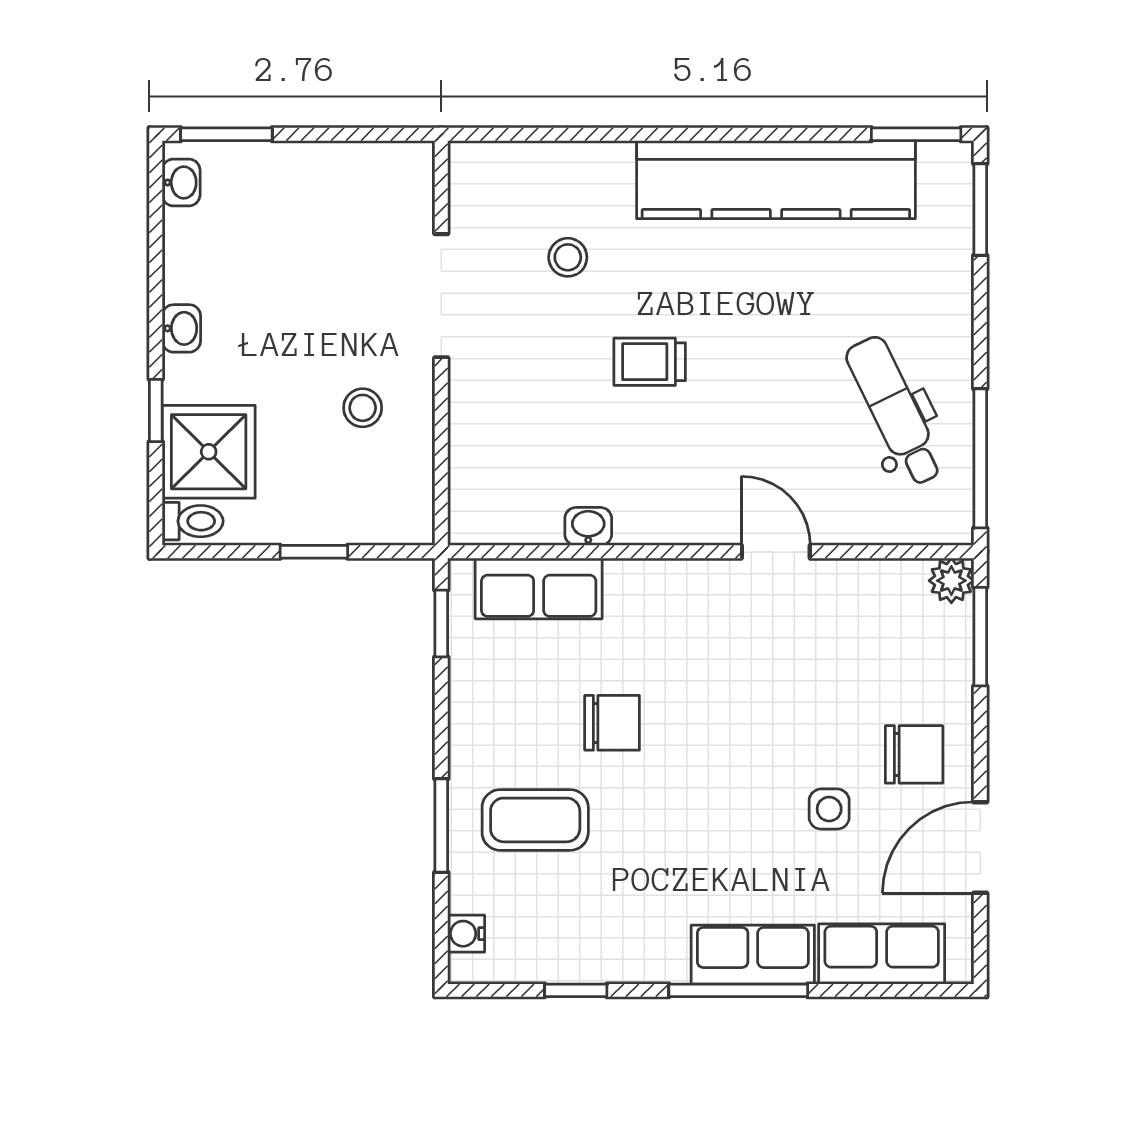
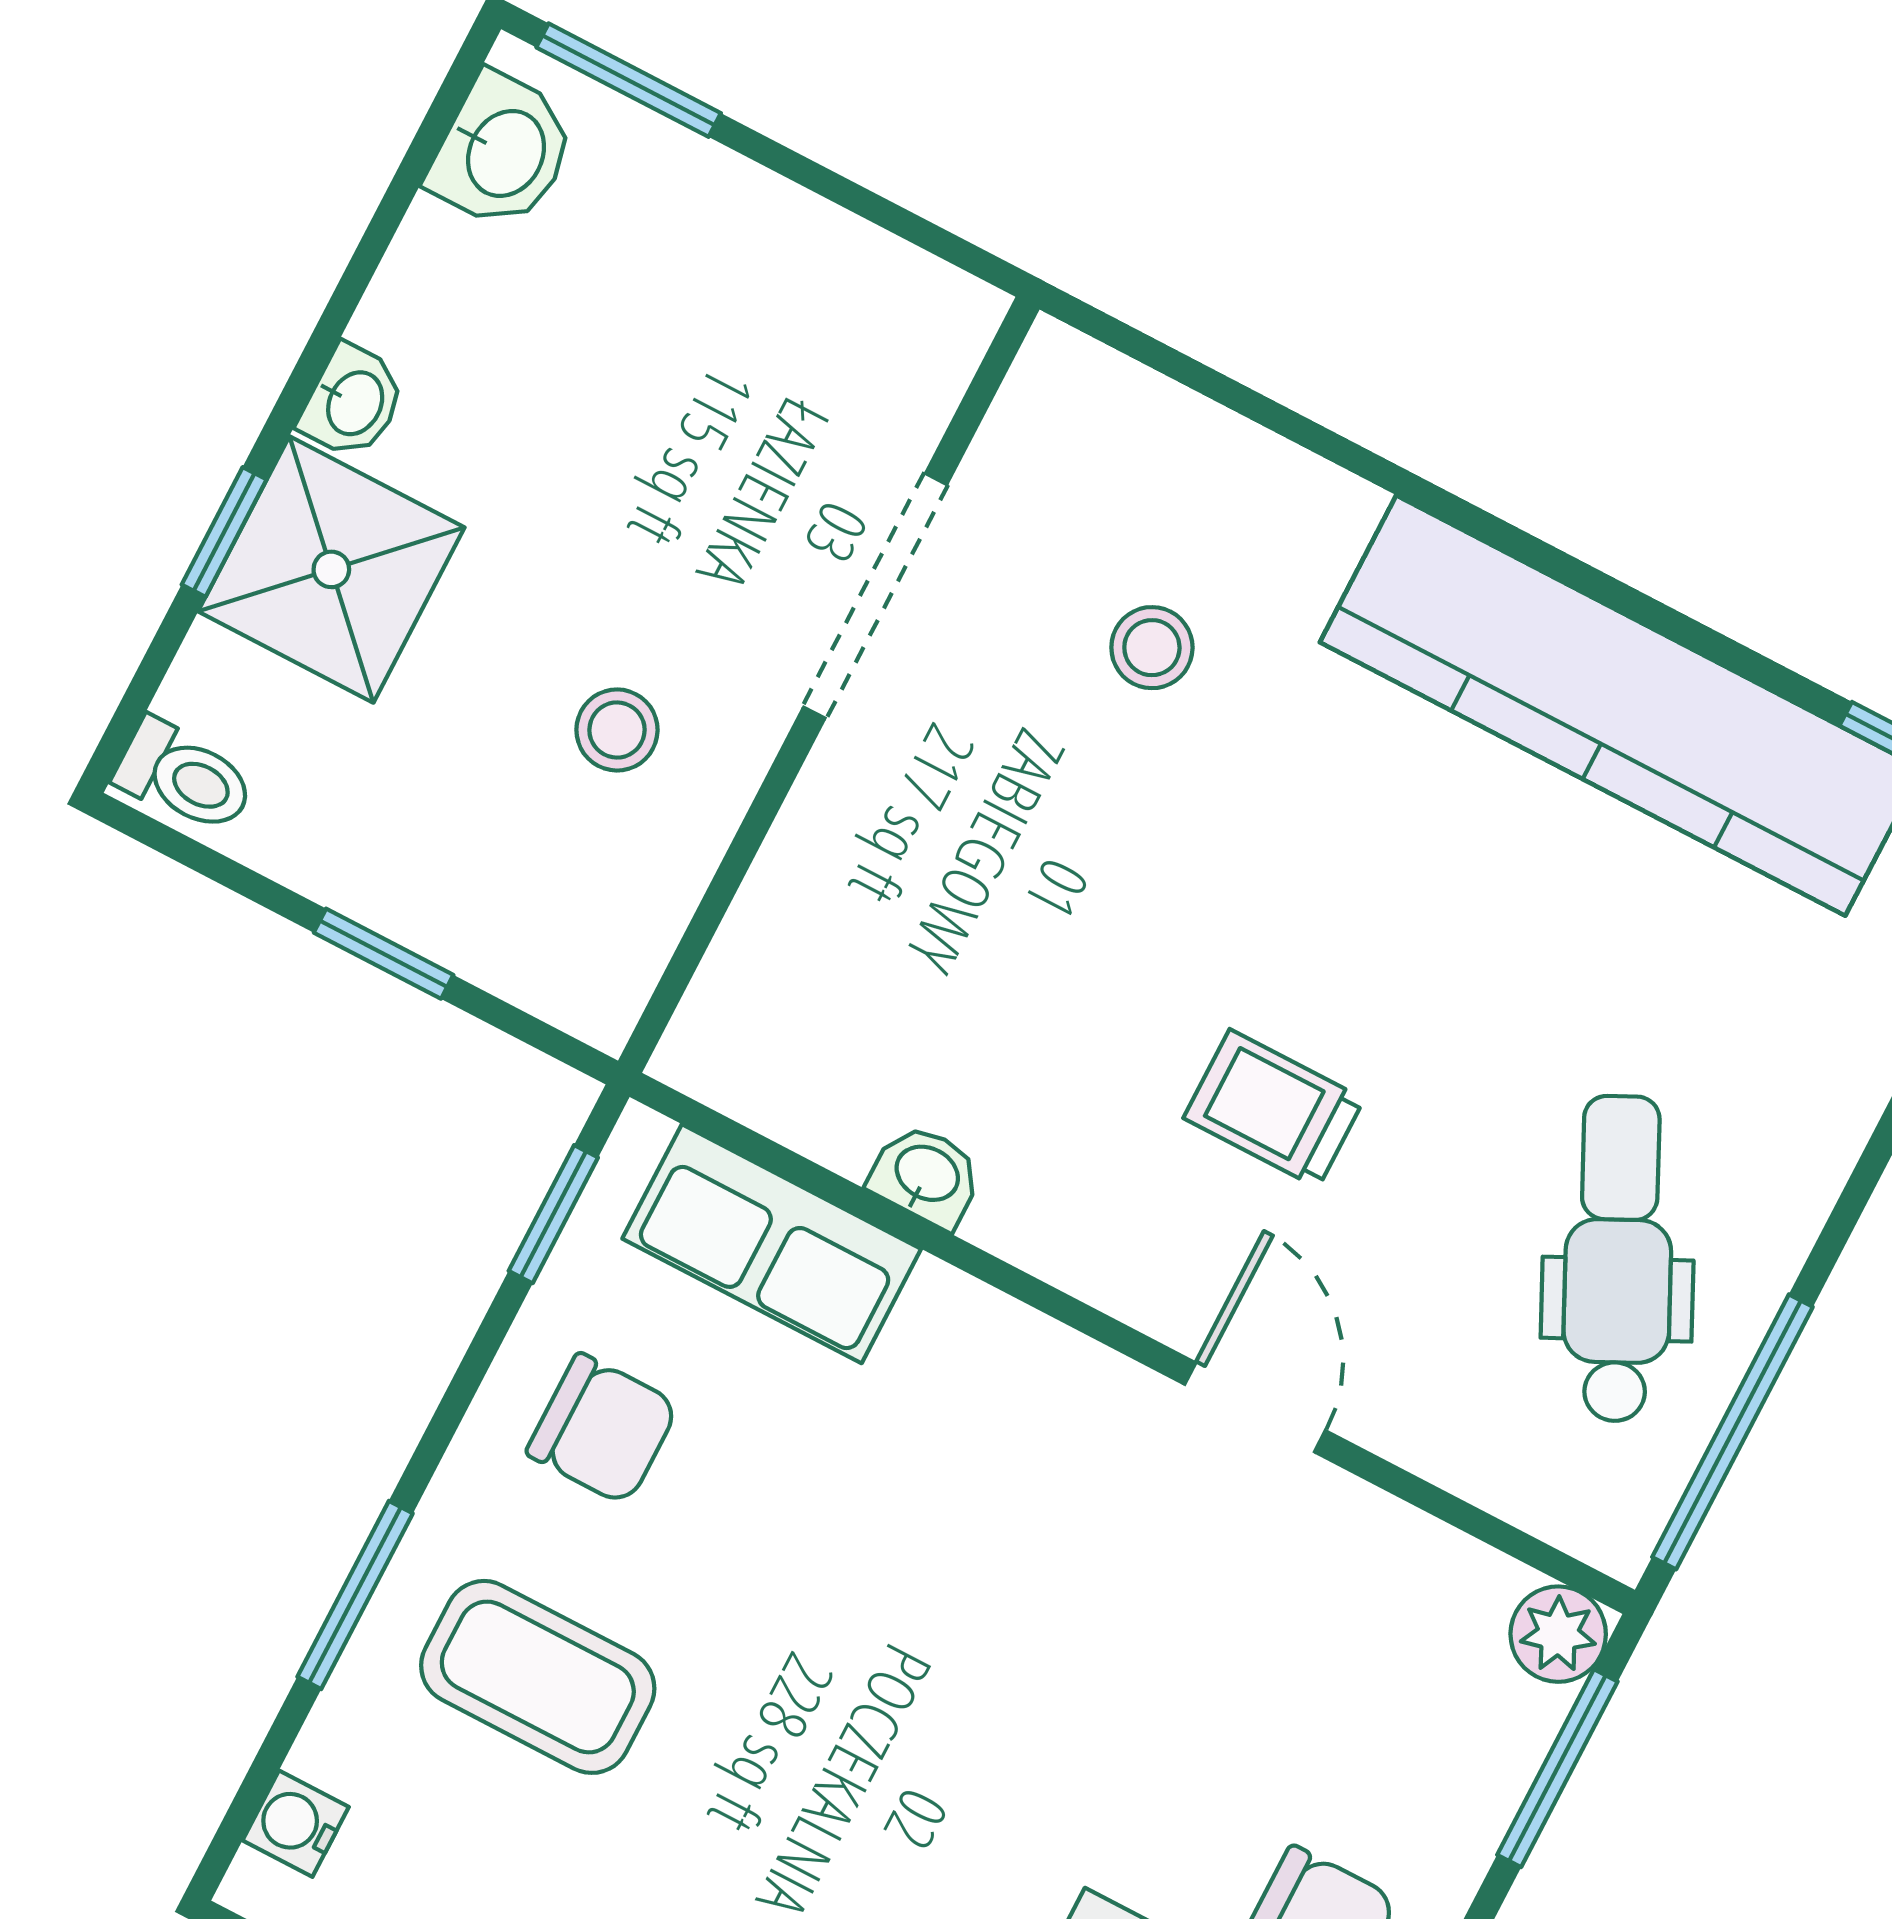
washbasin: (181, 183) -> (503, 152), width x1.38, depth x1.45
trolley: (650, 362) -> (1274, 1109), moved
shower: (209, 452) -> (331, 569), moved
chair: (612, 723) -> (603, 1429), moved

